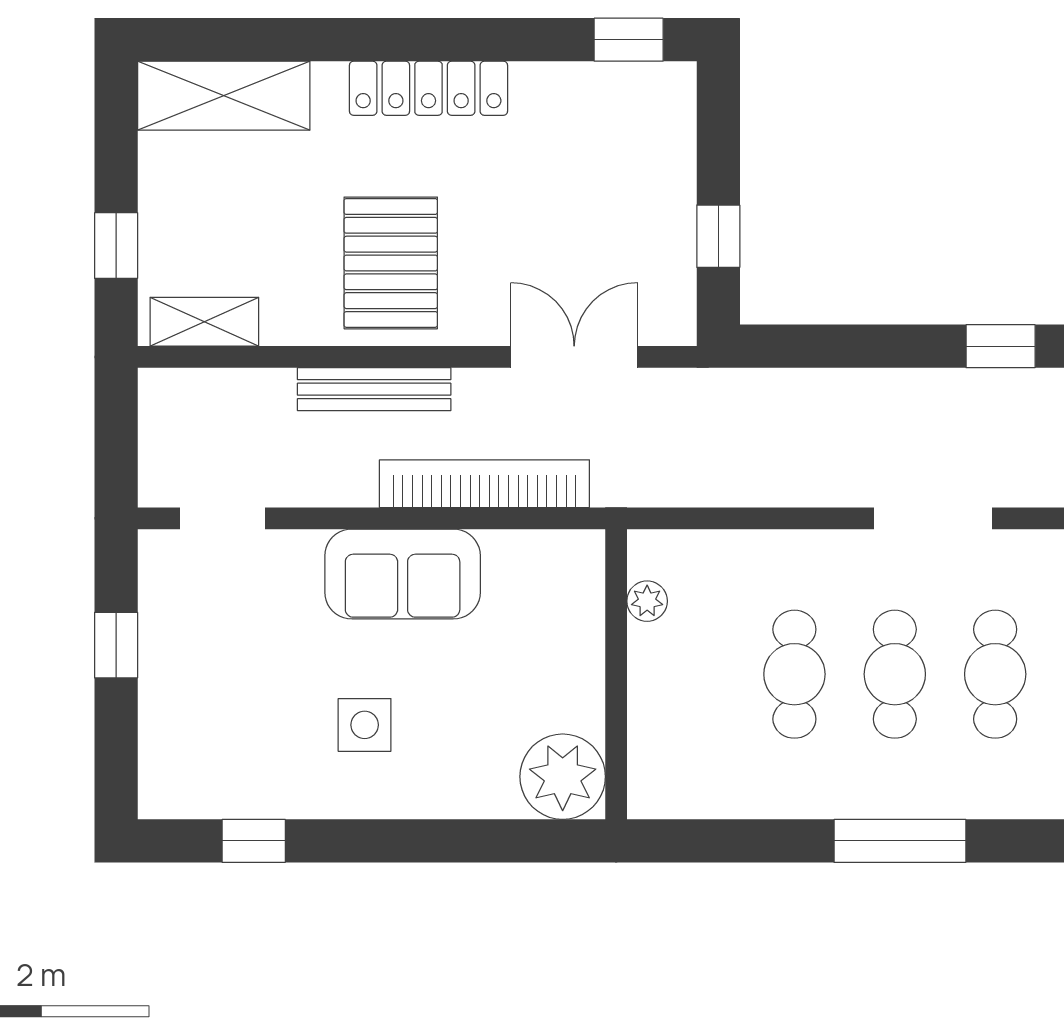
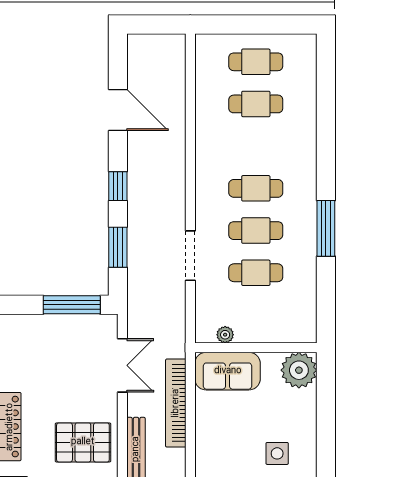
window: (718, 236) -> (72, 305), width x2.17
window: (855, 346) -> (118, 247), added
double door: (574, 357) -> (122, 365), swing flipped
doorway: (933, 518) -> (190, 256), moved
sofa: (403, 574) -> (228, 371), moved, turned 90

